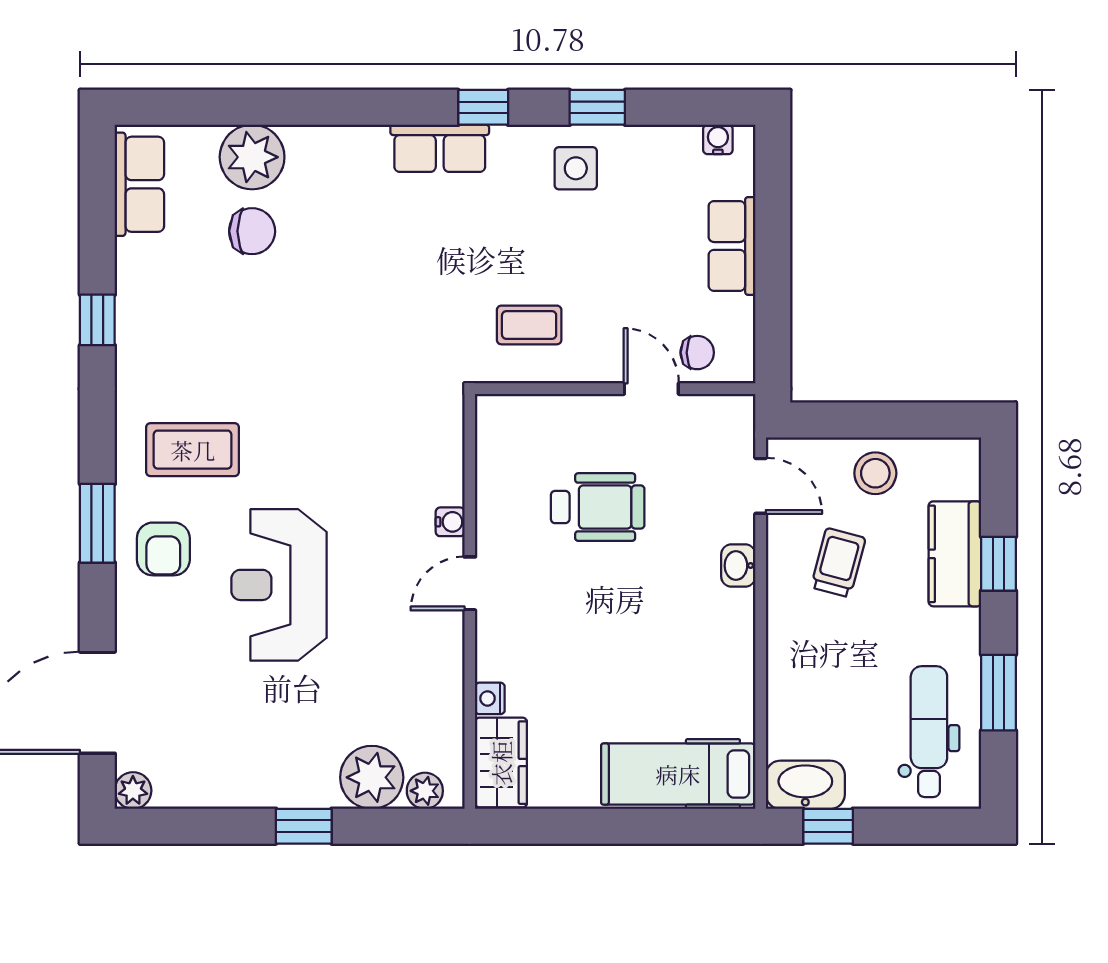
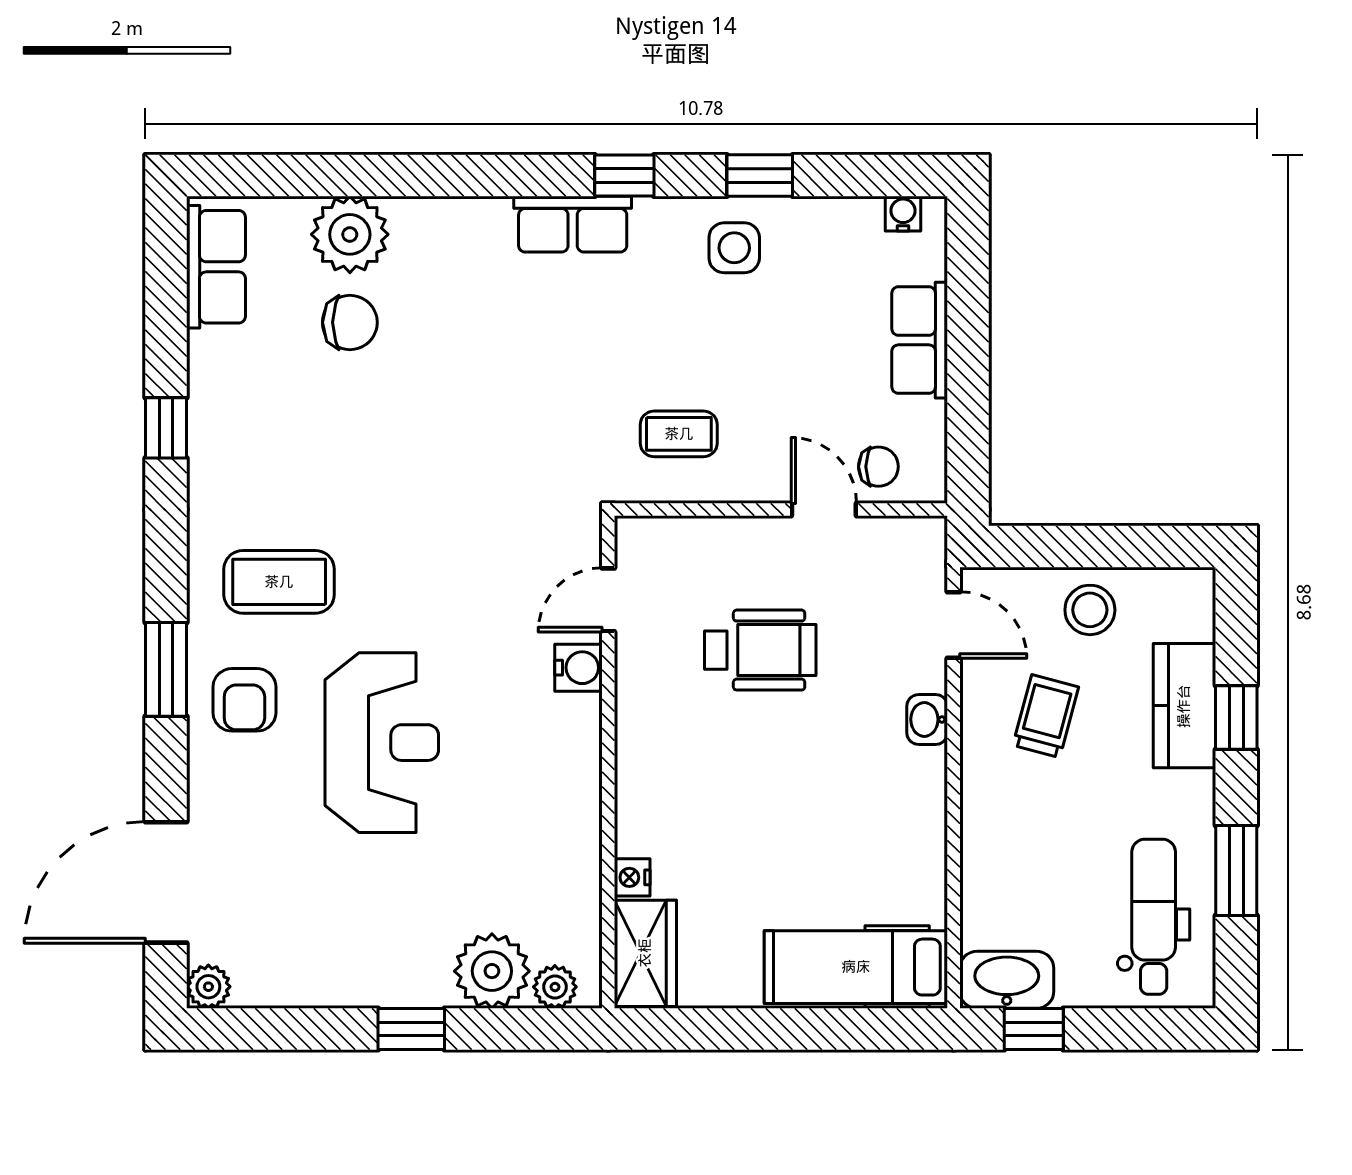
water cooler: (450, 522) -> (578, 668), width x1.38, depth x1.38
door: (470, 583) -> (608, 600), moved
reception desk: (279, 585) -> (382, 743), turned 180

